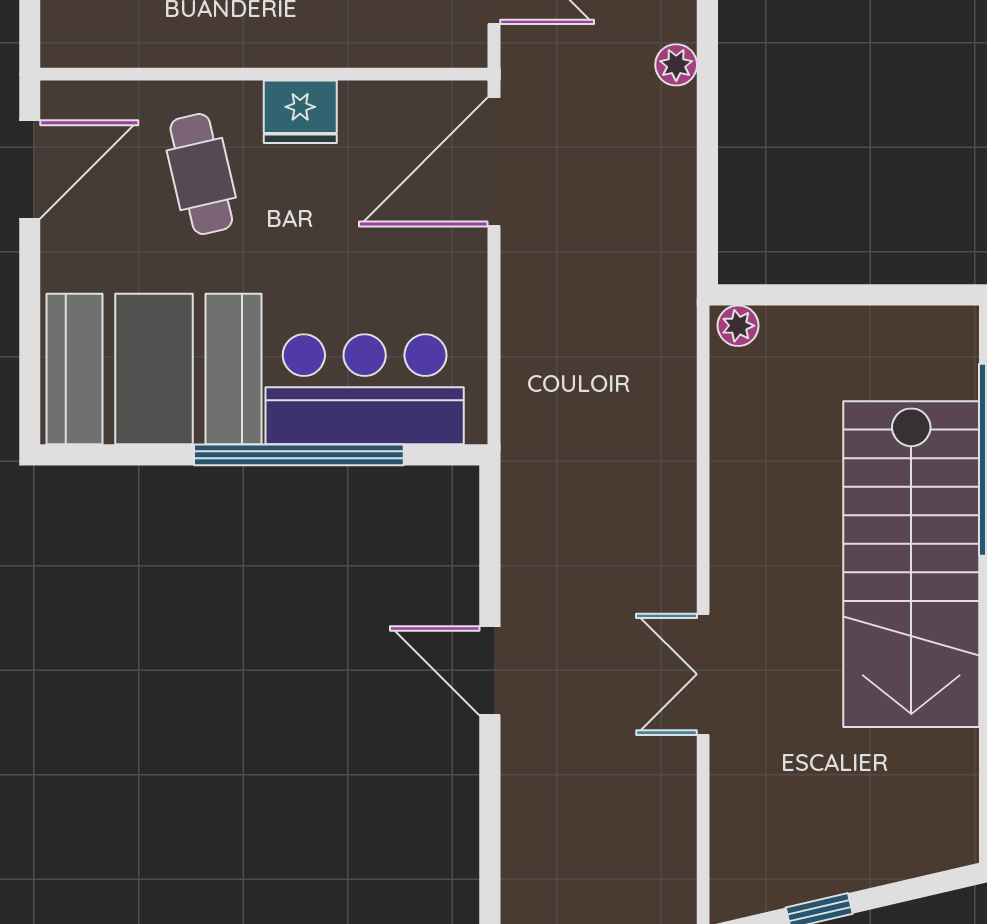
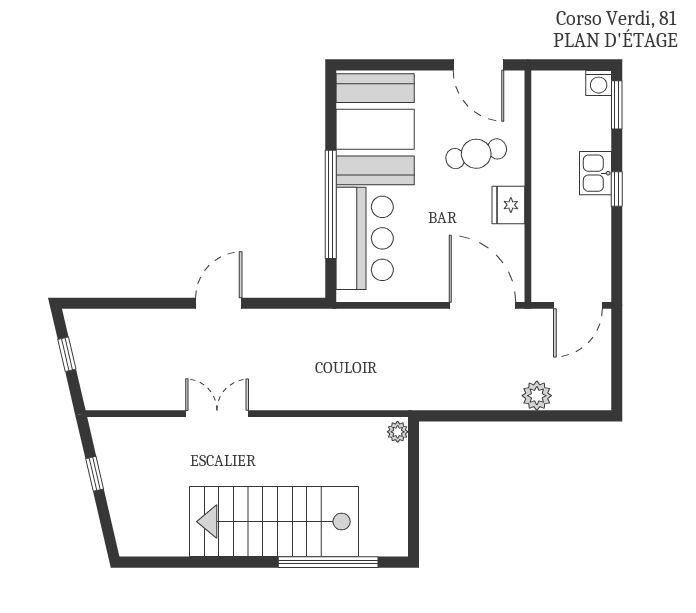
plant: (676, 65) -> (537, 396), width x1.38, depth x1.38

